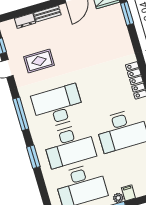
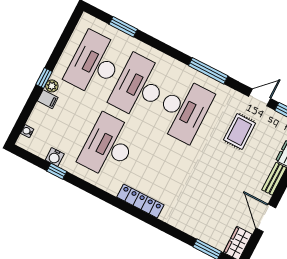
window: (33, 157) -> (123, 27), moved

